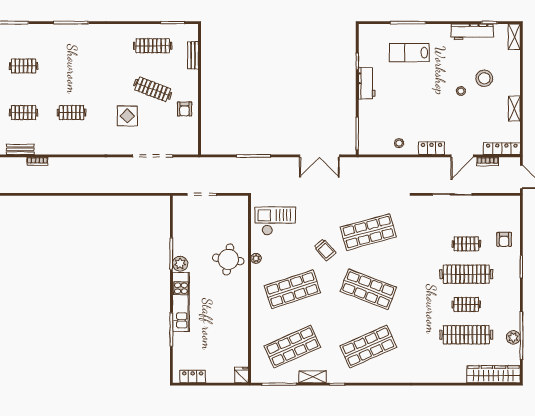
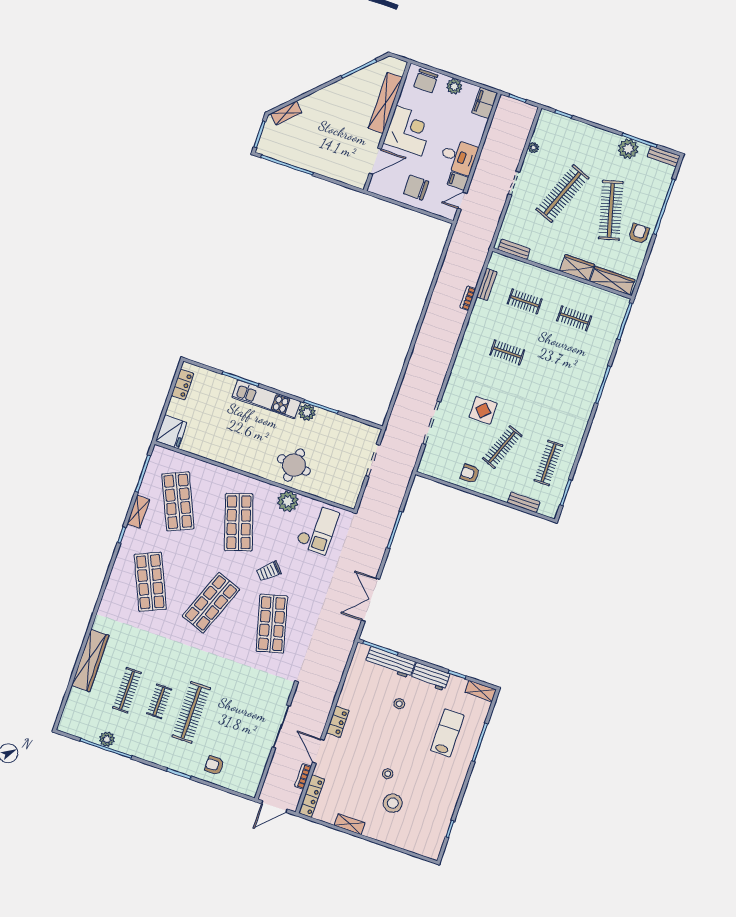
workbench: (472, 32) -> (390, 662), moved, turned -90
shelving: (514, 37) -> (481, 691), moved
clothes rail: (24, 66) -> (574, 318), turned 90
clothes rail: (24, 113) -> (525, 301), turned 90
clothes rail: (72, 113) -> (507, 352), turned 90
stool: (399, 143) -> (399, 704), moved
clothes rail: (466, 244) -> (223, 723), removed
plant: (256, 258) -> (288, 501), width x1.88, depth x1.88
clothes rail: (466, 335) -> (127, 690), width x0.73, depth x0.76
wardrobe: (493, 374) -> (90, 660), moved
fridge: (242, 375) -> (171, 432), width x1.88, depth x1.34

